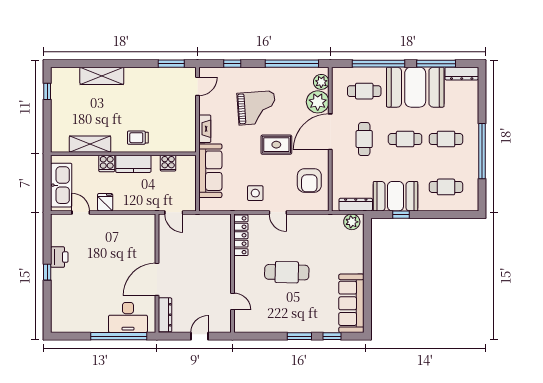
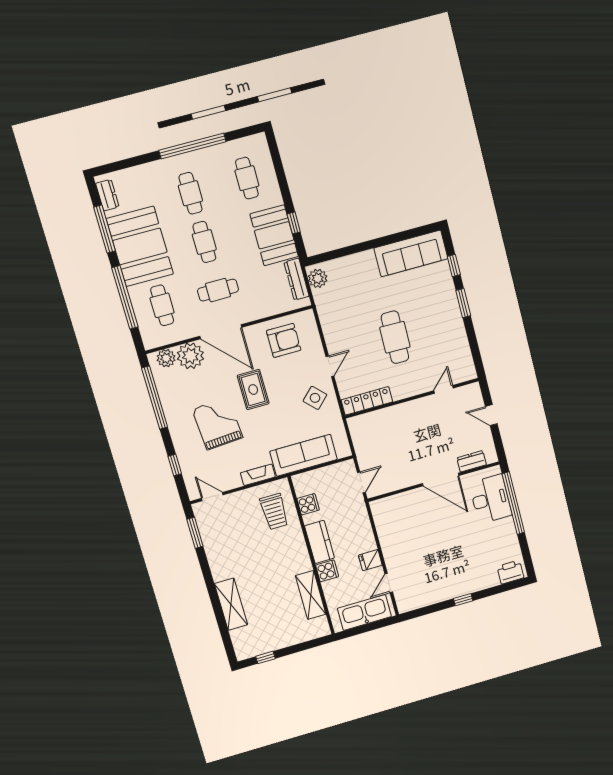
dresser: (462, 74) -> (107, 195), width x0.70
trolley: (138, 138) -> (274, 512), moved, width x1.36, depth x1.39
side table: (255, 193) -> (315, 398), turned 45
printer: (59, 257) -> (510, 572), moved
dresser: (165, 315) -> (472, 461), width x0.70

